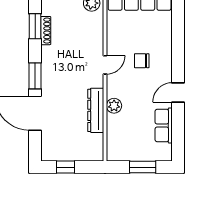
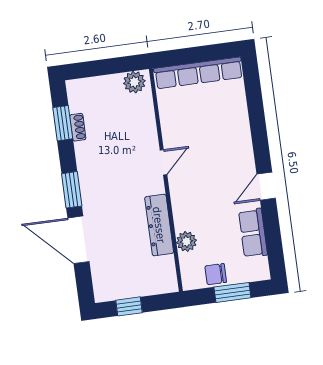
shoe rack: (46, 31) -> (78, 127), width x0.70
chair: (142, 61) -> (216, 274), moved
plant: (114, 106) -> (186, 241), moved

